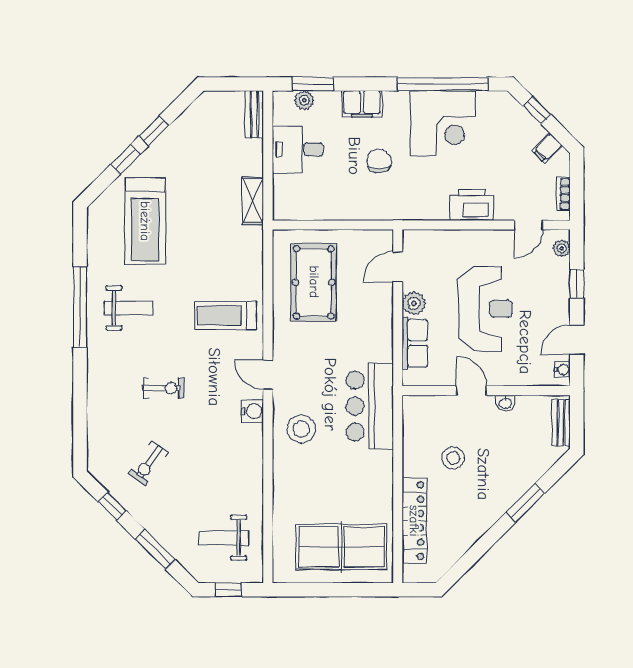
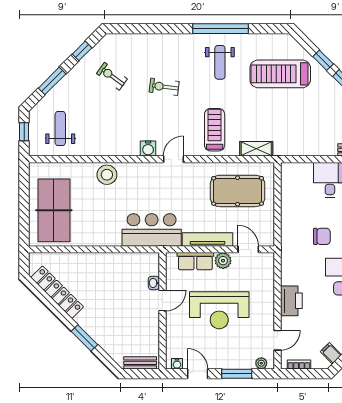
shelving: (253, 201) -> (256, 149), moved
door: (529, 225) -> (277, 340), swing flipped
window: (577, 284) -> (237, 374), width x1.50
tv unit: (383, 326) -> (208, 239), added
exercise bike: (164, 388) -> (164, 87), turned 97
washbasin: (505, 403) -> (154, 283), moved
stool: (301, 429) -> (107, 175), moved
stool: (453, 458) -> (116, 288), removed
locker: (414, 521) -> (57, 292), moved, turned -135

